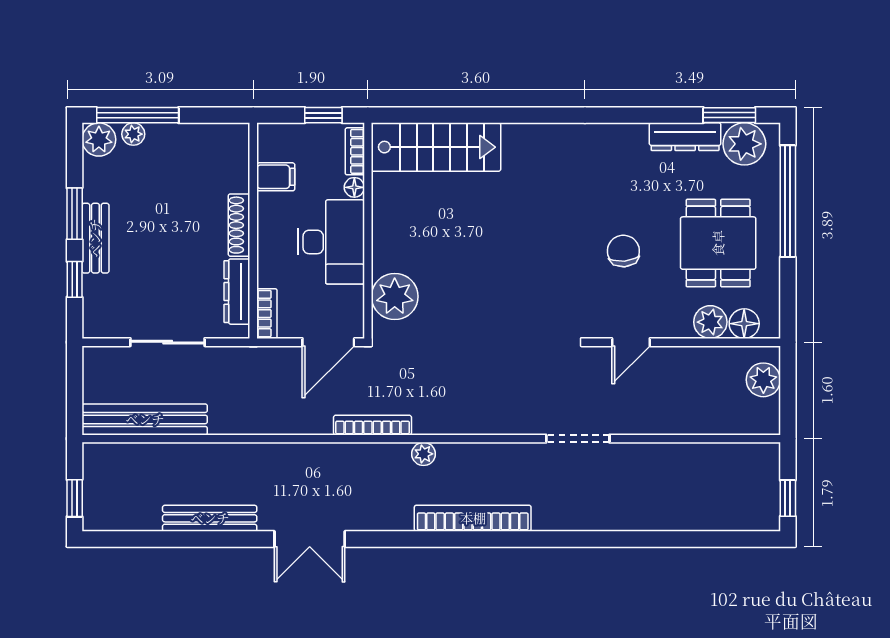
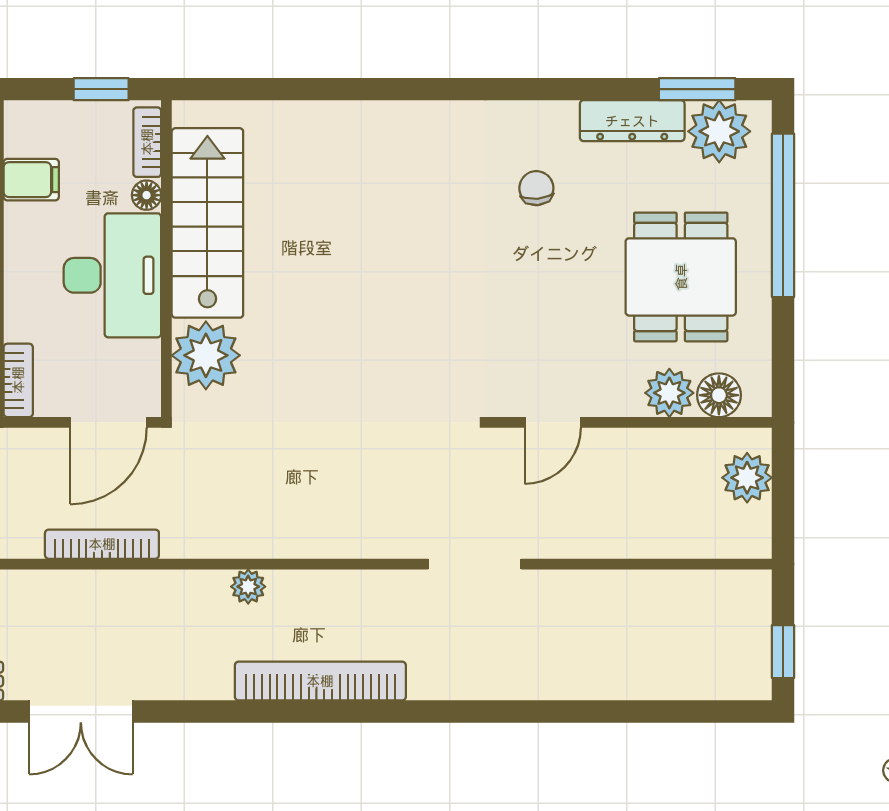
stairs: (436, 147) -> (207, 223), moved, turned -90
chair: (623, 251) -> (536, 188), moved, width x0.73, depth x0.73
bookcase: (373, 425) -> (102, 544), moved

